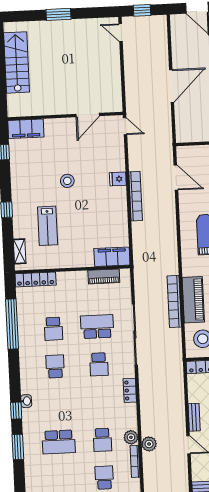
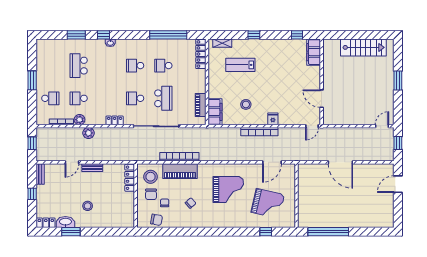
stool: (67, 181) -> (246, 104), moved
school desk: (55, 366) -> (135, 66), turned 180
plant: (149, 444) -> (88, 133), moved

